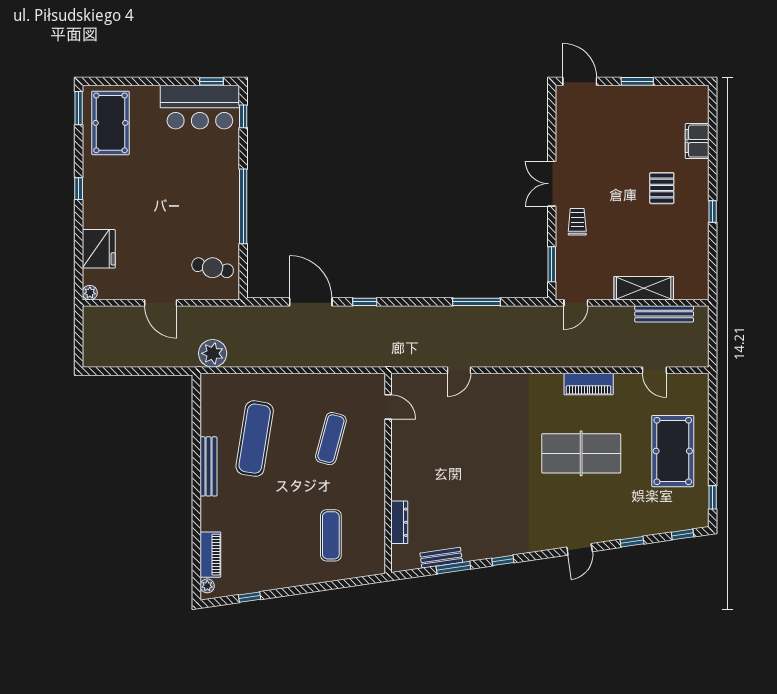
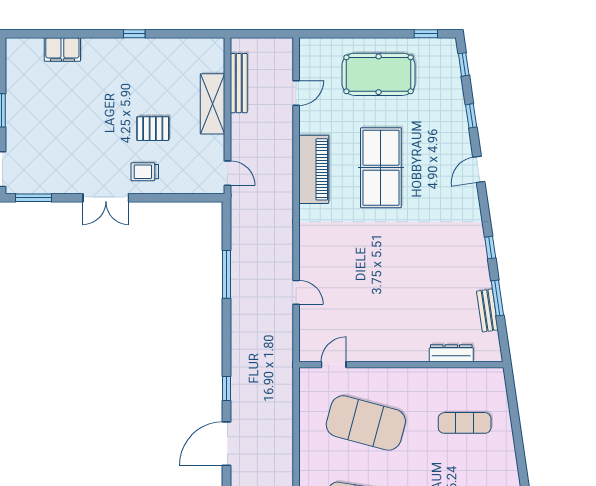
pallet: (662, 188) -> (153, 129), moved
window: (552, 264) -> (33, 198), moved
piano: (589, 384) -> (314, 169), width x1.37, depth x1.33
exercise mat: (331, 439) -> (366, 423), width x2.00, depth x1.45
door: (580, 549) -> (479, 169), swing flipped

